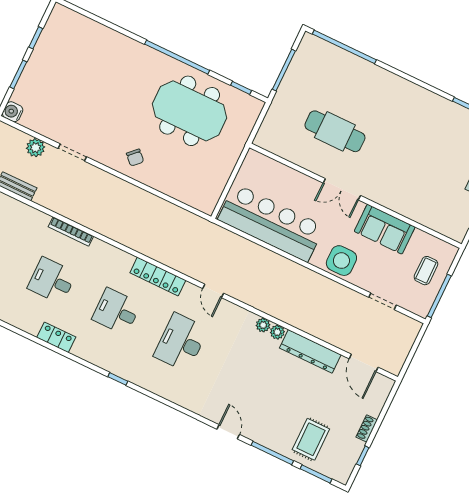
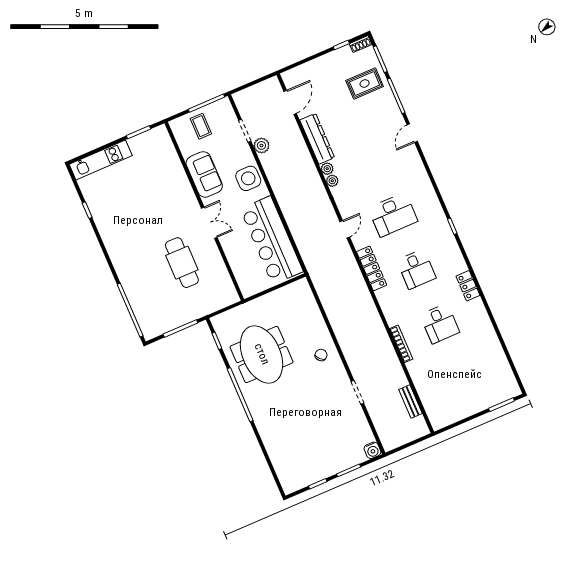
plant: (35, 148) -> (261, 145), moved
coffee table: (426, 271) -> (201, 126), turned 90
shoe rack: (367, 428) -> (361, 44), moved

